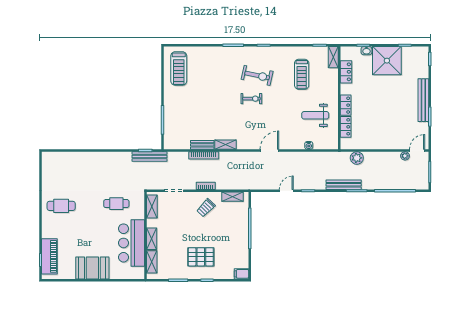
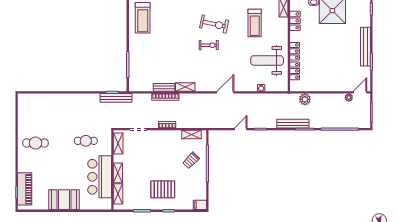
weight bench: (315, 115) -> (267, 60), width x1.36, depth x1.33
trolley: (206, 208) -> (191, 160), moved

